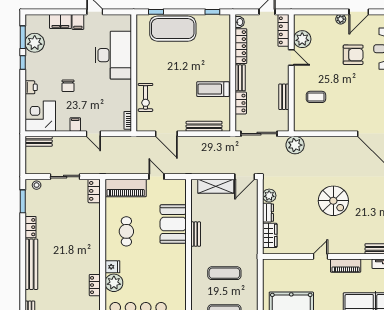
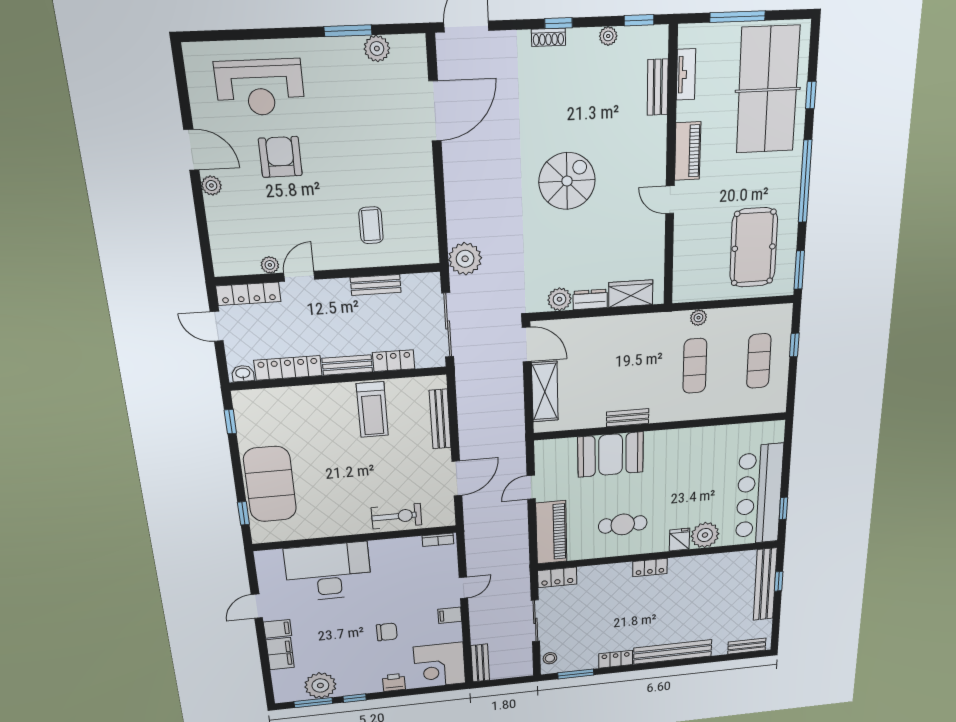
plant: (302, 39) -> (270, 265), width x0.53, depth x0.53
plant: (253, 274) -> (698, 318), added
locker: (95, 285) -> (650, 568), moved

